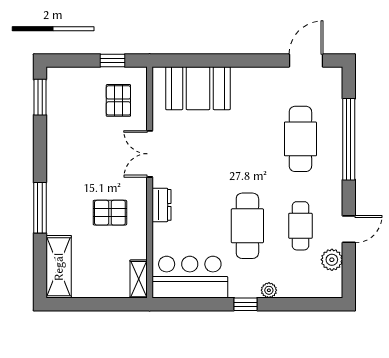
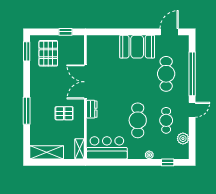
booth: (198, 88) -> (137, 47), moved
pallet: (118, 100) -> (48, 53), moved, width x1.50, depth x1.42
double door: (150, 154) -> (85, 82), width x1.37
door: (349, 229) -> (192, 110), moved
shelving: (59, 267) -> (47, 152), moved, turned 90
window: (246, 304) -> (168, 162), moved

